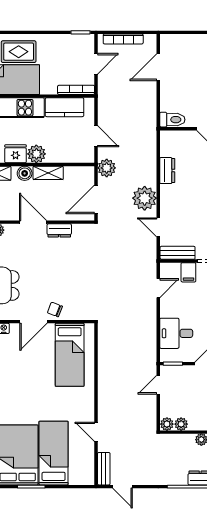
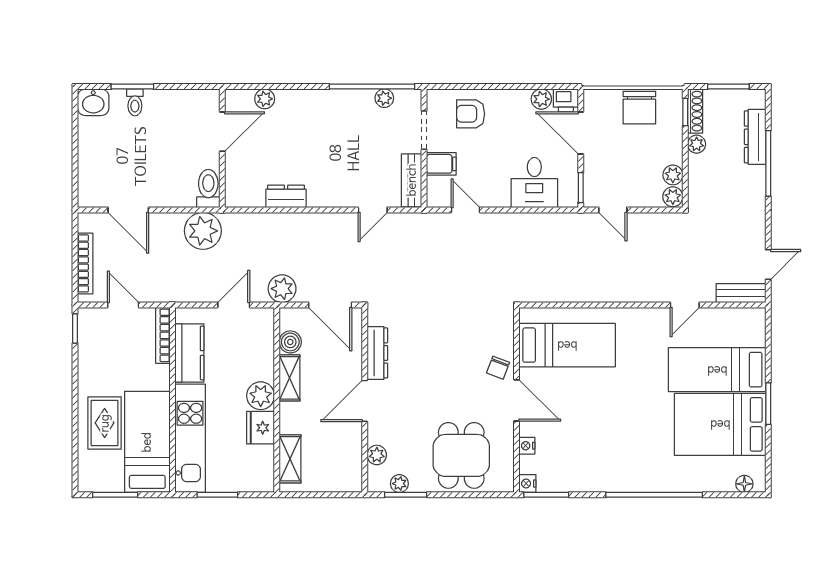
boiler: (25, 173) -> (290, 342), moved
plant: (145, 198) -> (203, 231), moved
dresser: (59, 230) -> (377, 353), width x1.44

